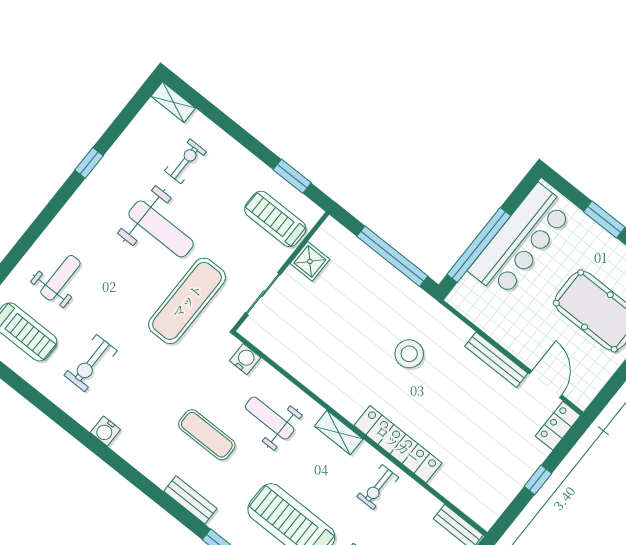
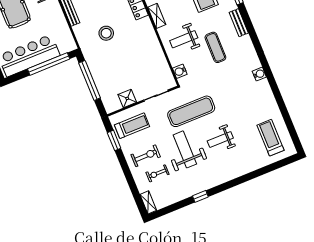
treadmill: (275, 219) -> (132, 126), turned -90
weight bench: (60, 278) -> (220, 140), moved
exercise bike: (91, 363) -> (146, 156), moved
weight bench: (270, 418) -> (184, 39), turned 90

